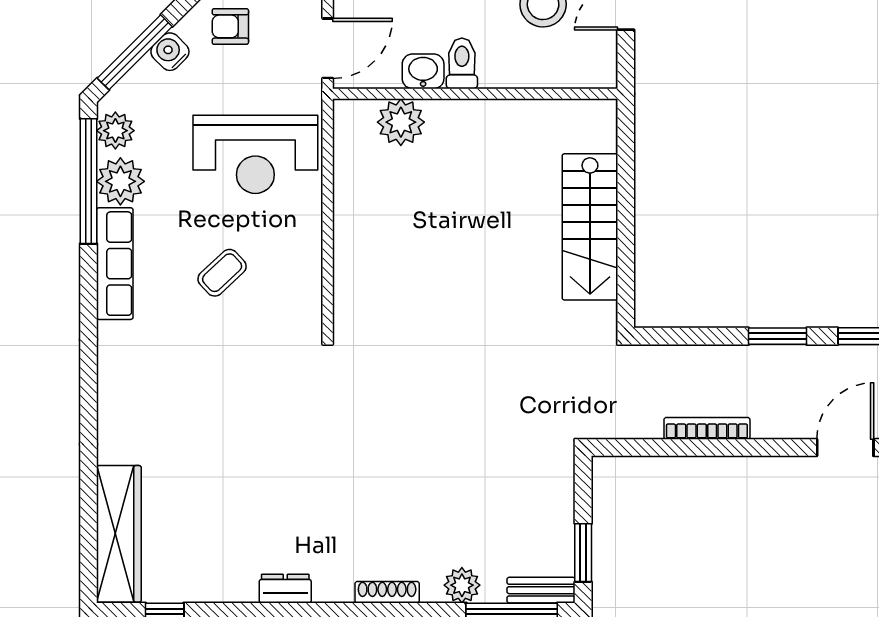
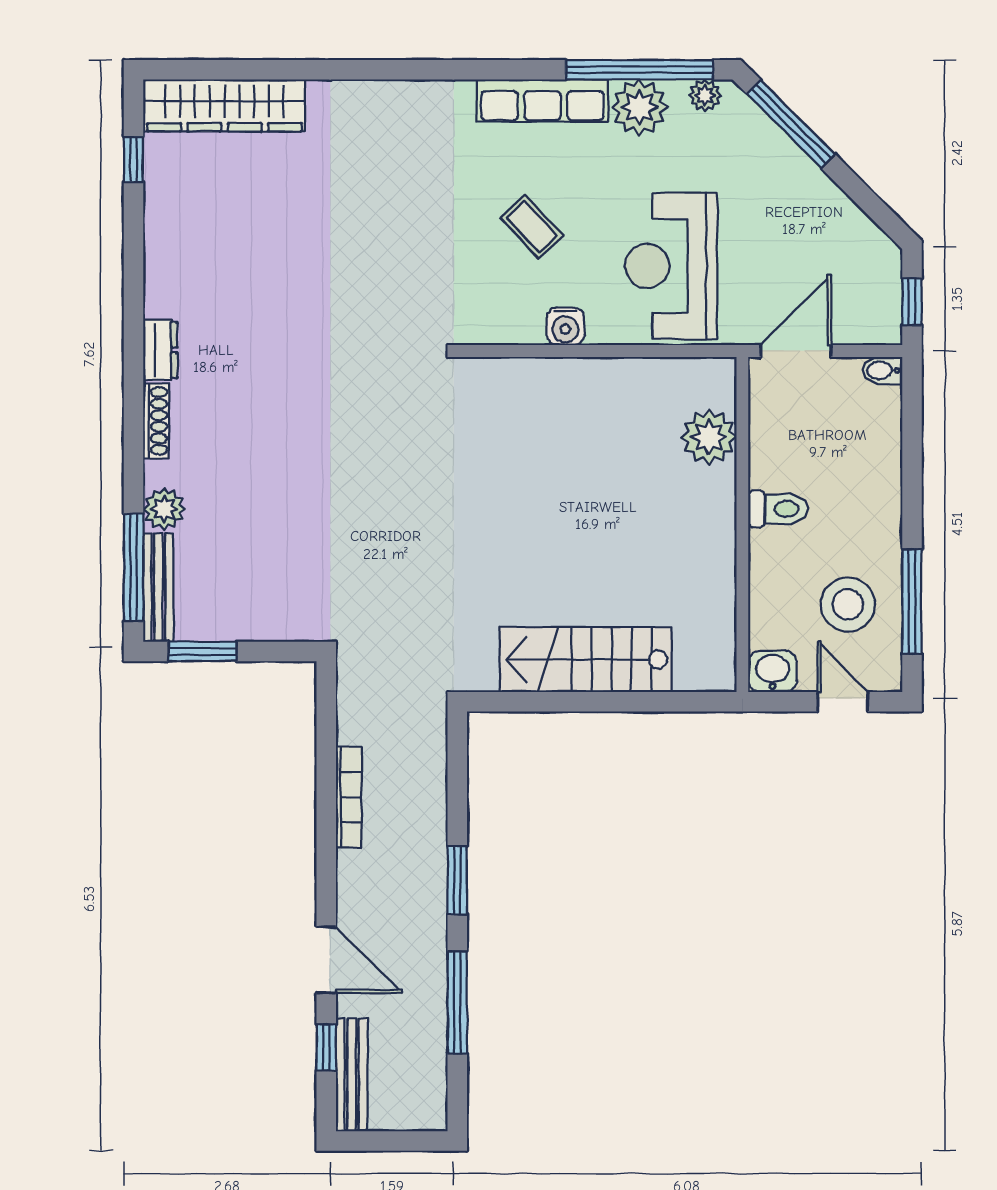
armchair: (230, 26) -> (822, 237), removed
door: (328, 48) -> (796, 351), swing flipped
water cooler: (170, 52) -> (565, 326), moved, turned 135
washbasin: (423, 71) -> (773, 671), moved, turned -90
plant: (115, 131) -> (705, 95), width x0.73, depth x0.73
dresser: (285, 589) -> (160, 350), moved
bench: (541, 590) -> (158, 588), width x1.36

